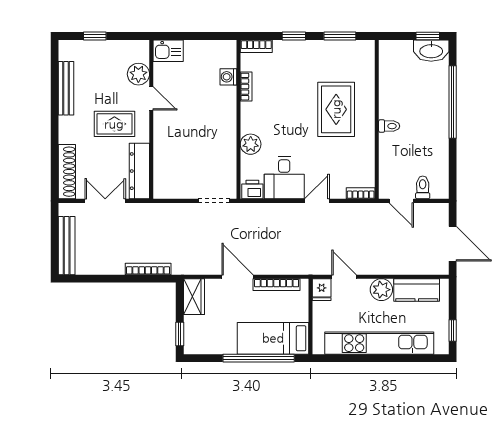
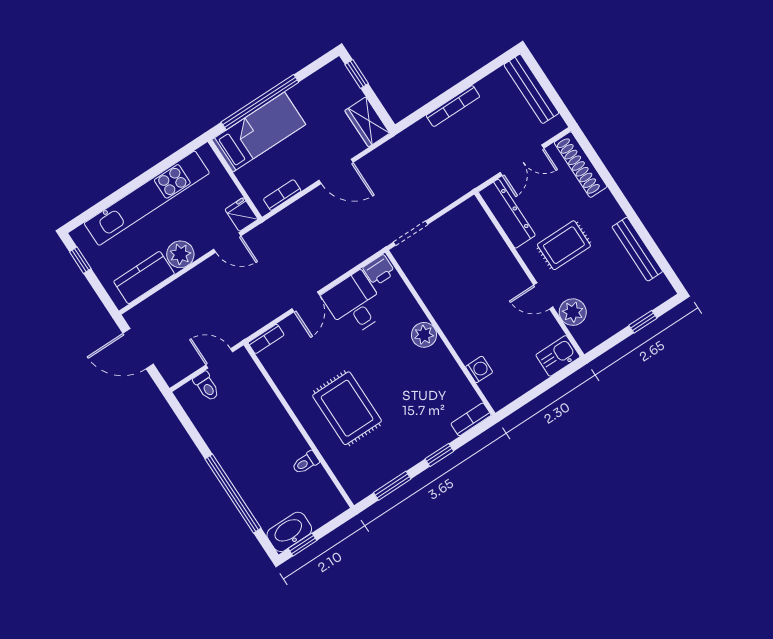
bookcase: (246, 87) -> (454, 371), removed
toilet: (389, 126) -> (305, 463), moved
plant: (251, 144) -> (424, 335), moved
bookcase: (148, 269) -> (453, 106), moved
bookcase: (277, 285) -> (282, 195), width x0.64

